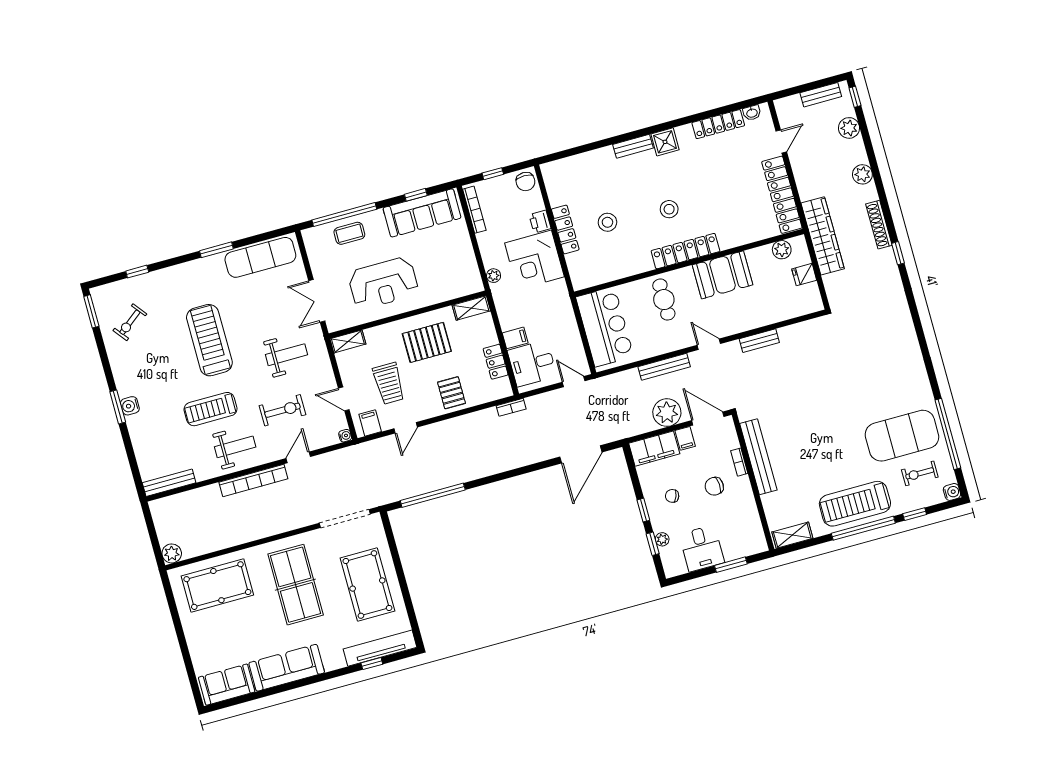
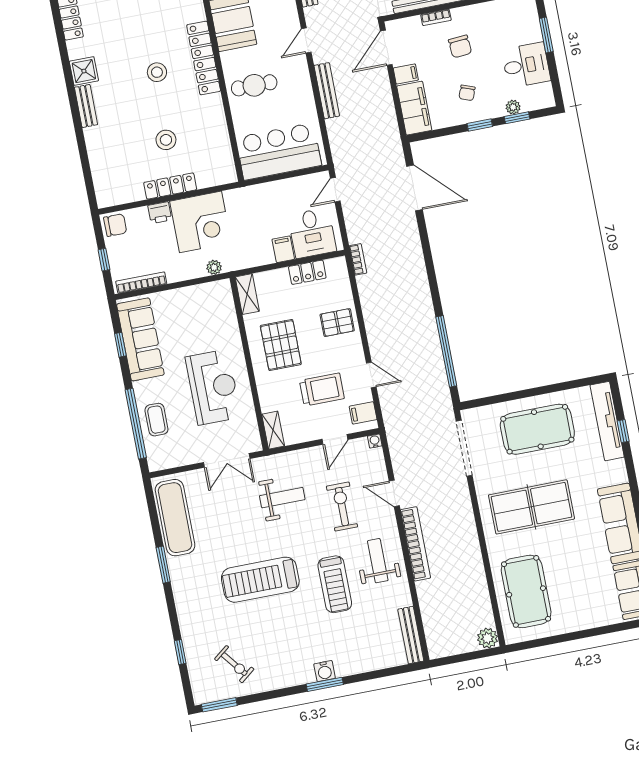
weight bench: (286, 355) -> (282, 498), turned 90
plant: (667, 413) -> (376, 91), removed

